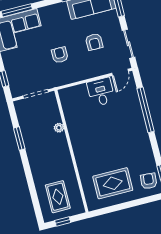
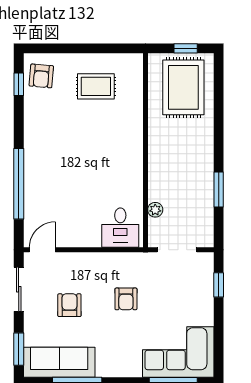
desk: (101, 92) -> (120, 228), moved
plant: (59, 128) -> (155, 210), moved
rug: (113, 183) -> (96, 86), width x0.73, depth x0.70
rug: (58, 197) -> (183, 87), width x1.36, depth x1.43

